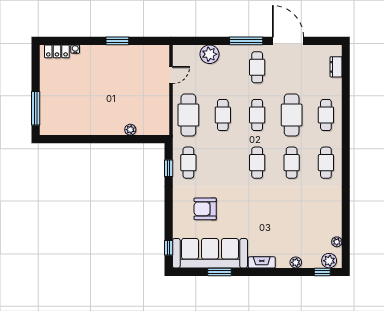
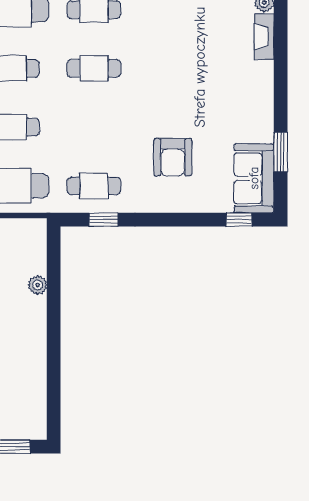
sofa: (210, 253) -> (254, 178), width x0.54, depth x0.79
fireplace: (262, 262) -> (264, 37), moved
window: (220, 272) -> (281, 152), moved

